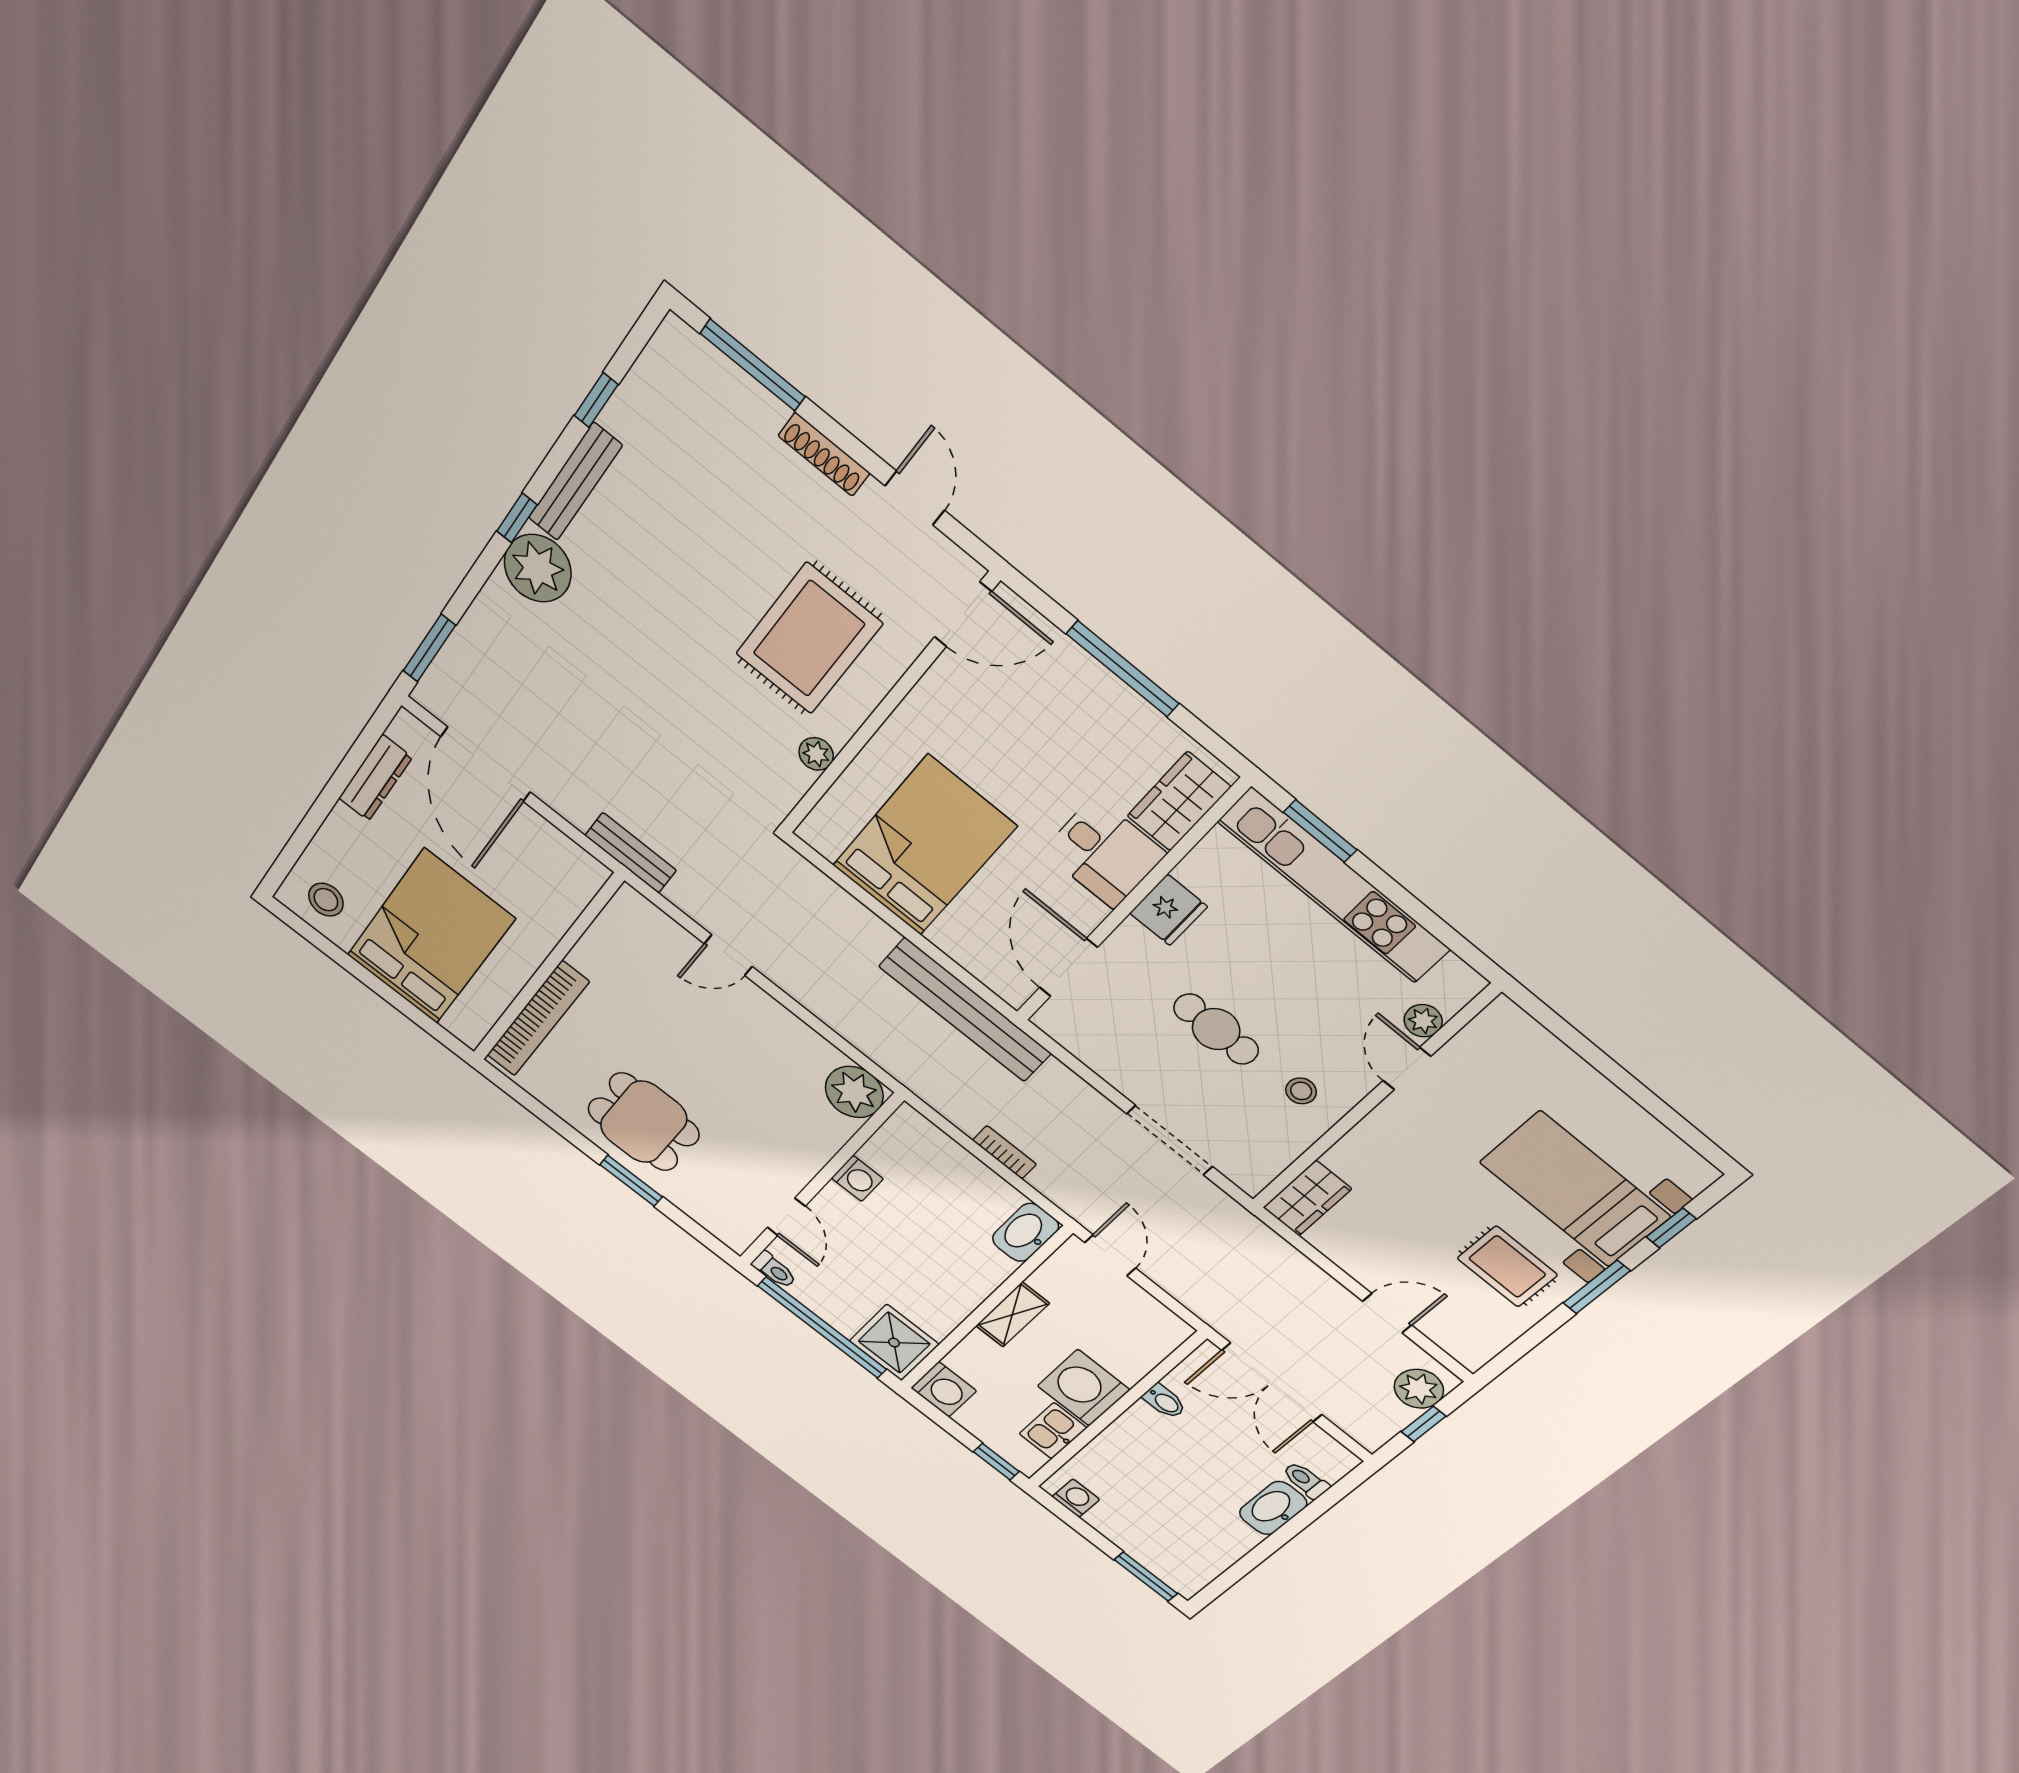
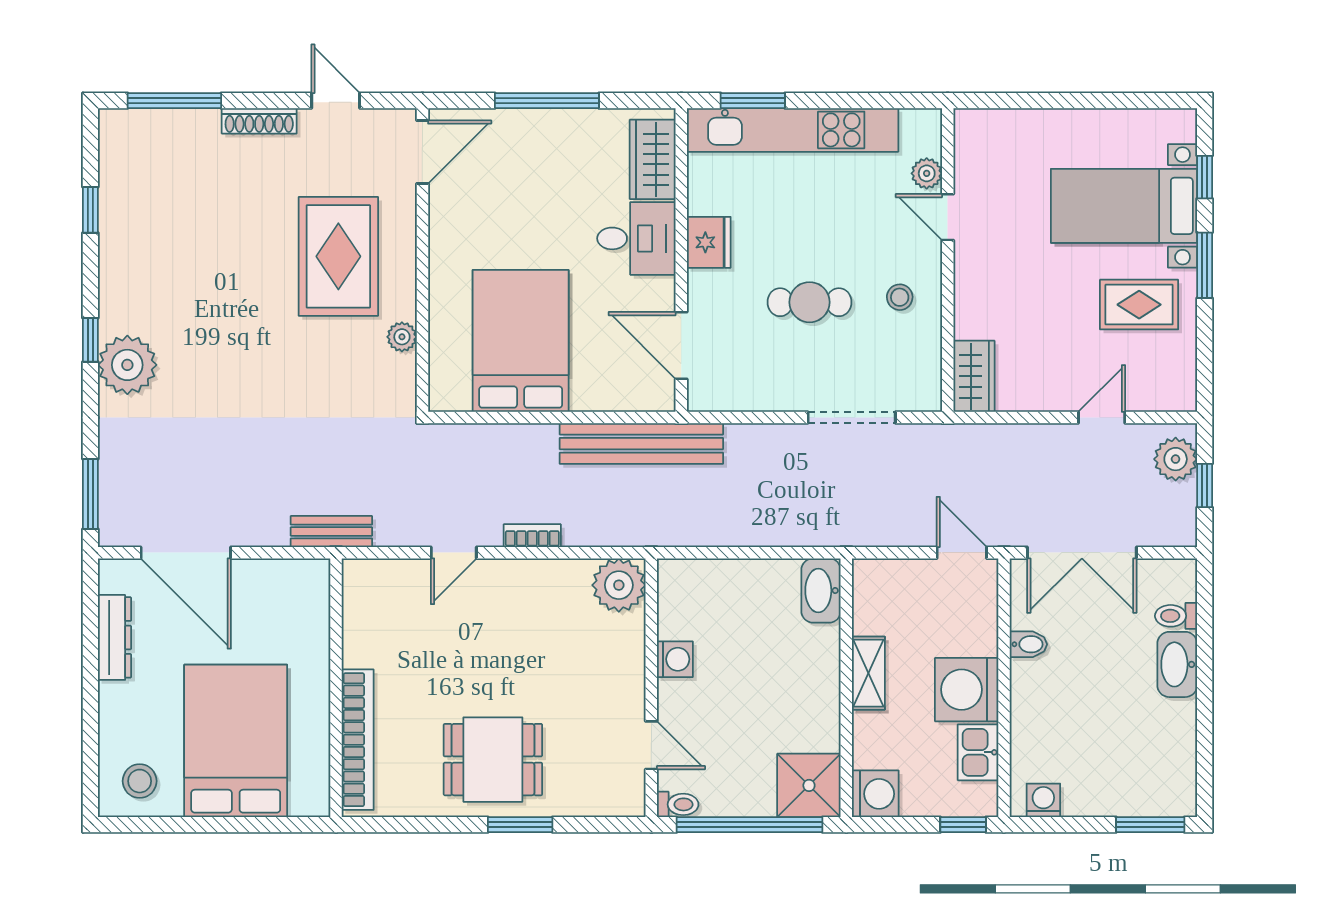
bench: (575, 482) -> (113, 279), removed
bookcase: (1004, 1152) -> (532, 536), moved
door: (1110, 1255) -> (962, 553), moved

